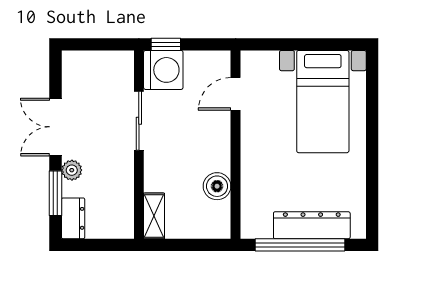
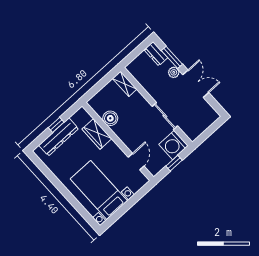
window: (166, 44) -> (174, 163), moved
wardrobe: (255, 182) -> (97, 134), added
window: (300, 245) -> (56, 125), width x0.32

